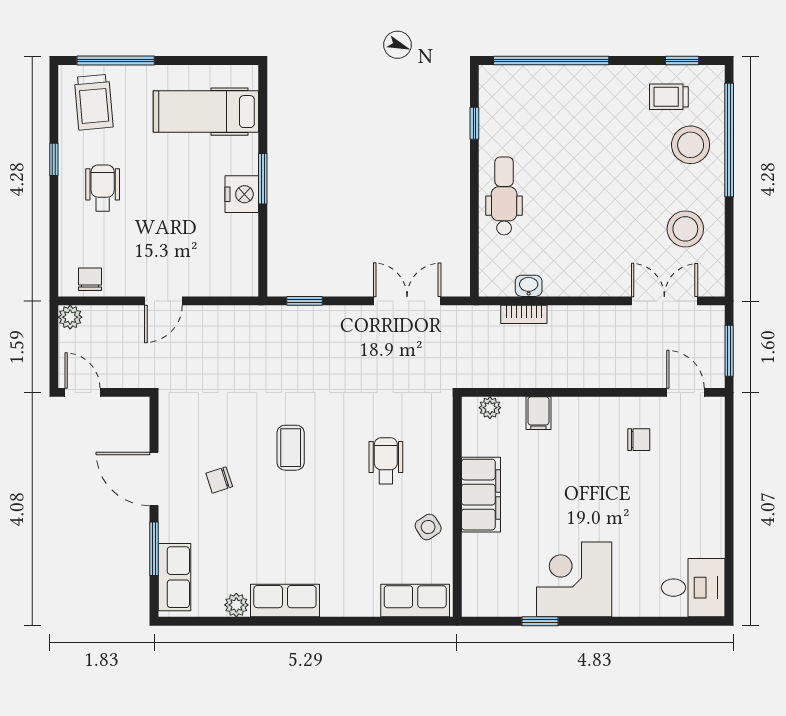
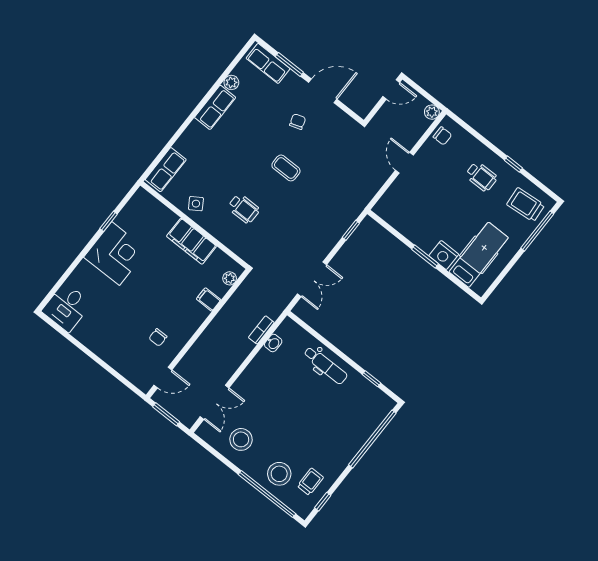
nightstand: (242, 194) -> (444, 255), moved

